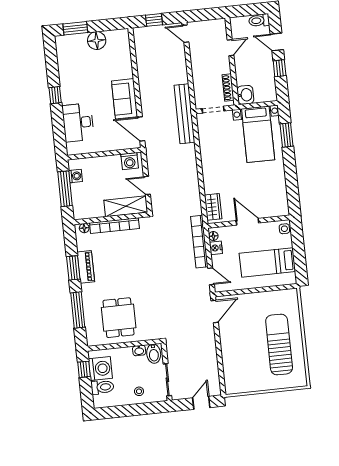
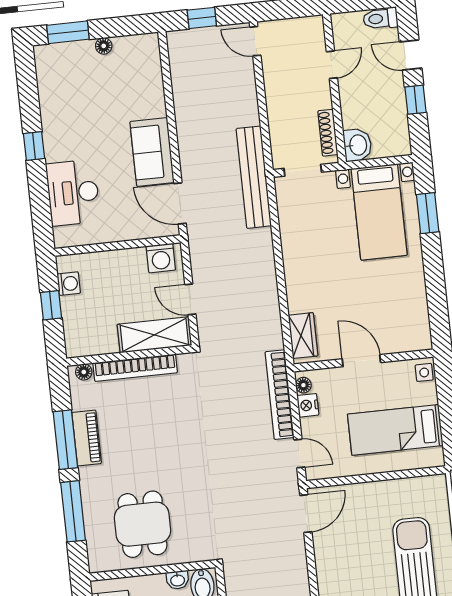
floor lamp: (97, 41) -> (104, 46), width x0.53, depth x0.53
window: (65, 189) -> (51, 305), width x0.46
window: (73, 268) -> (65, 440), width x1.44

